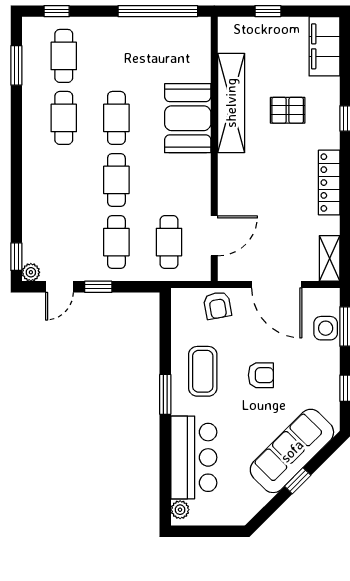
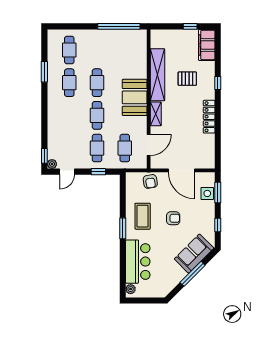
window: (57, 11) -> (66, 26), removed
window: (268, 11) -> (190, 26), moved
window: (16, 65) -> (44, 72), moved
booth: (188, 118) -> (135, 97), moved
shelving: (330, 258) -> (156, 114), moved
window: (98, 287) -> (98, 172), moved
sofa: (292, 451) -> (194, 254), width x0.73
window: (298, 481) -> (193, 274), width x2.17

